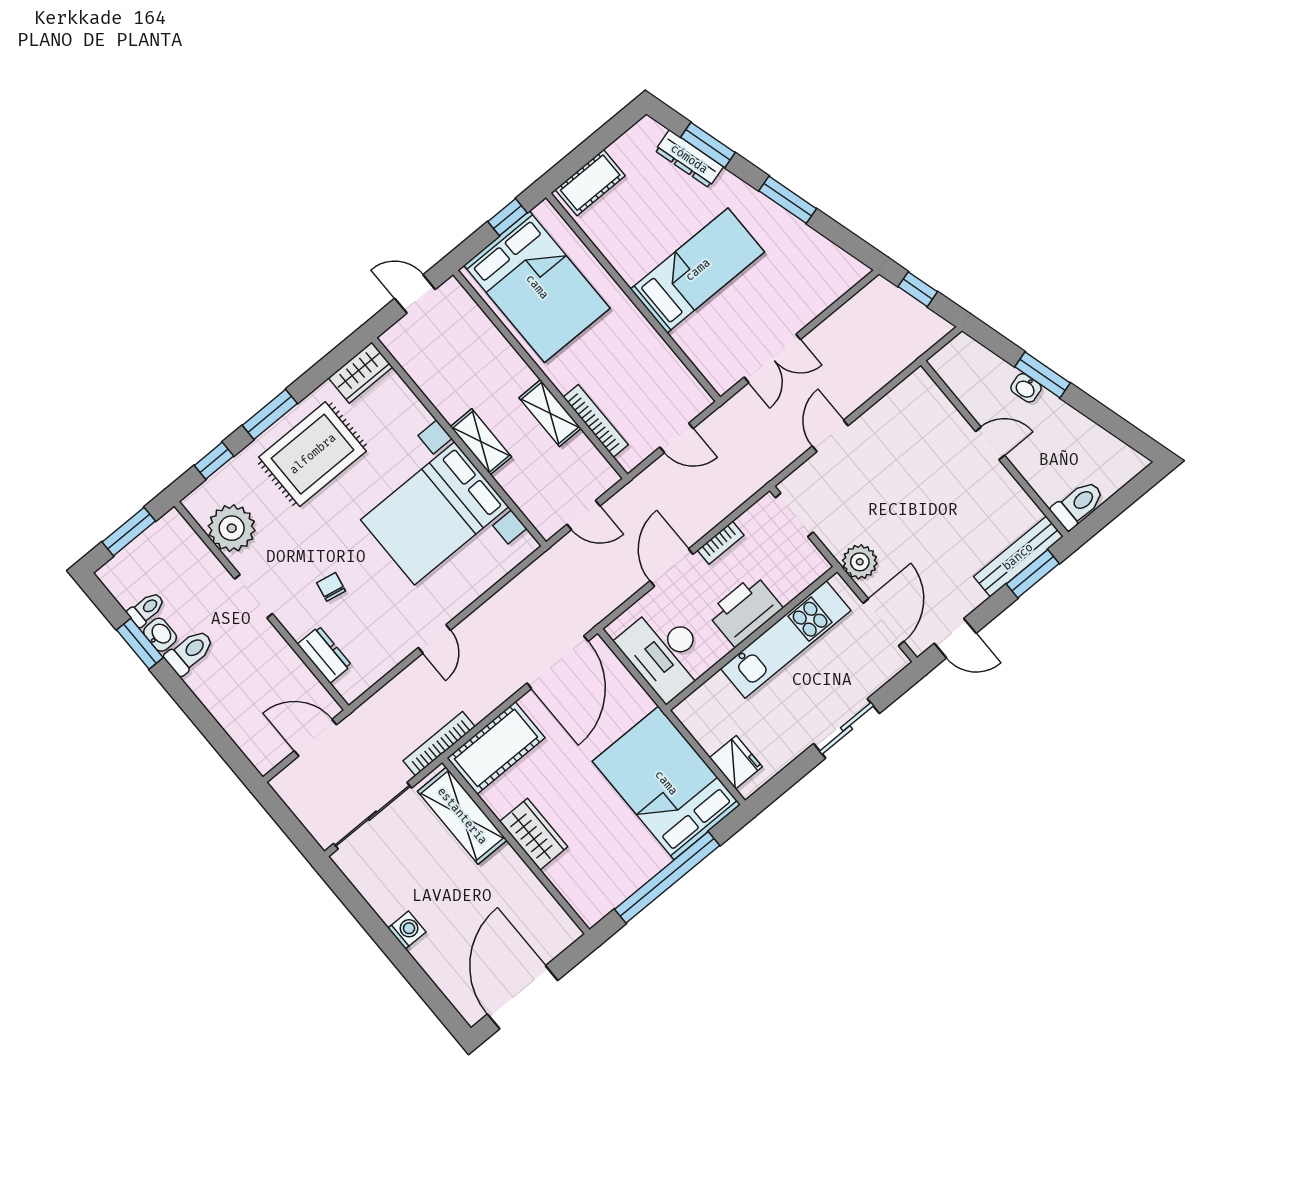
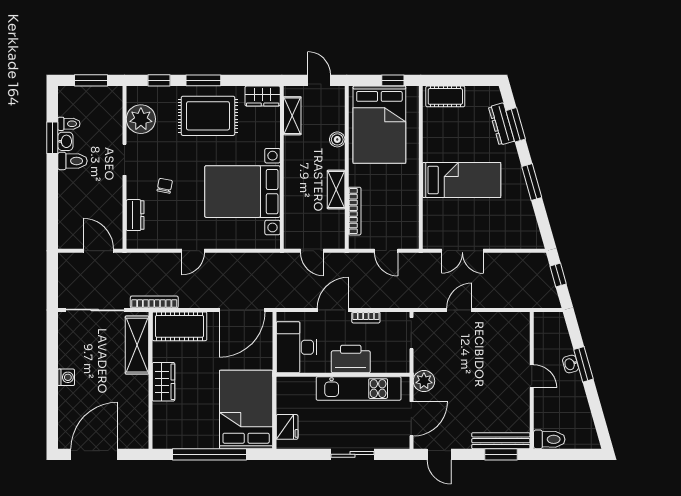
boiler: (499, 349) -> (337, 139), added
shelving: (481, 442) -> (292, 116), moved

